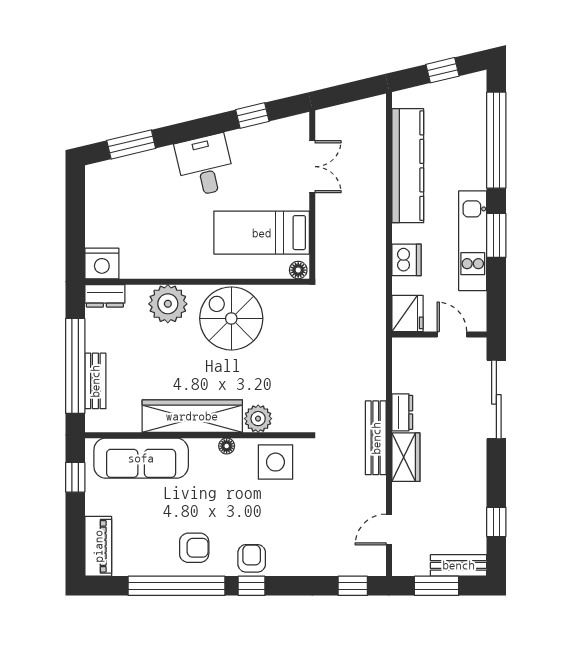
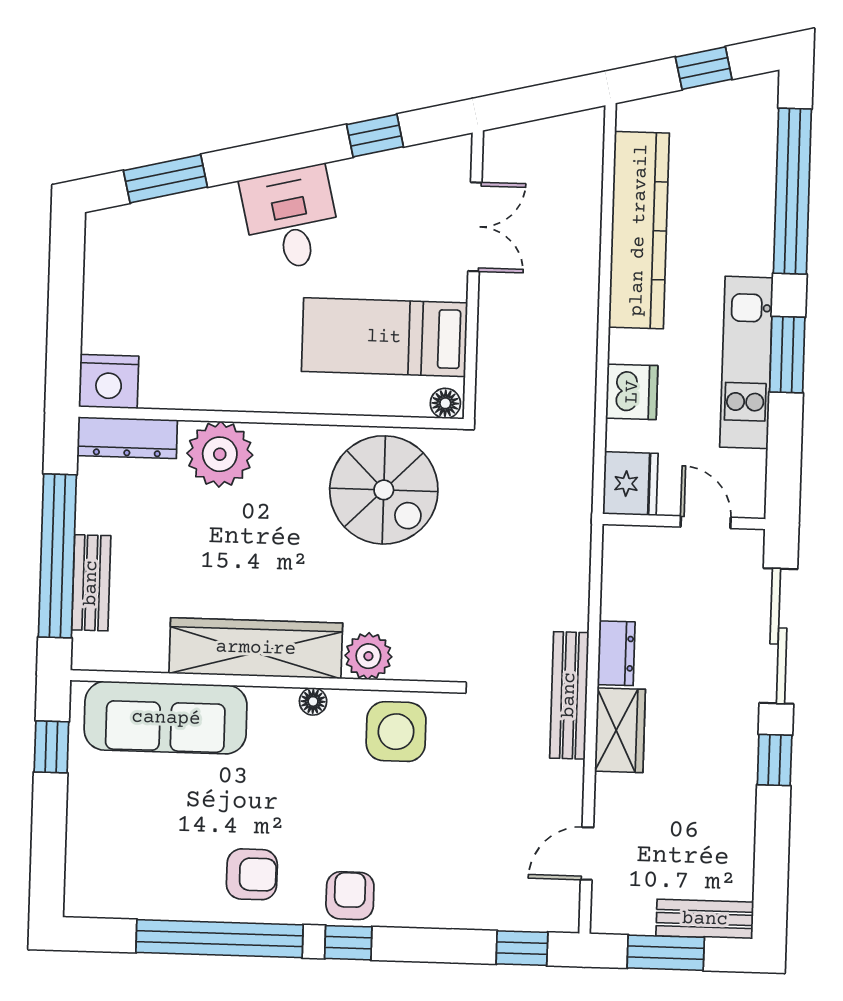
dresser: (105, 296) -> (127, 438), width x1.44
spiral stairs: (231, 318) -> (384, 490), moved, turned 180
window: (496, 522) -> (775, 760), moved
piano: (98, 546) -> (87, 867), removed

